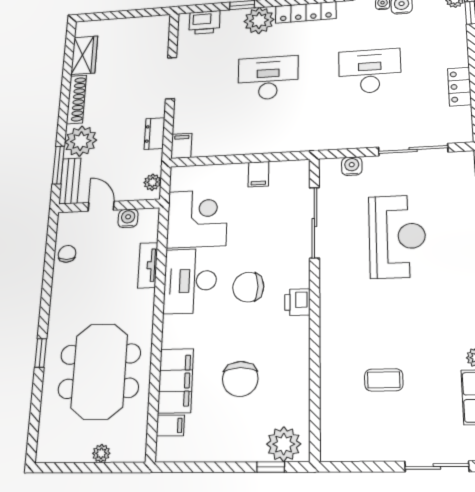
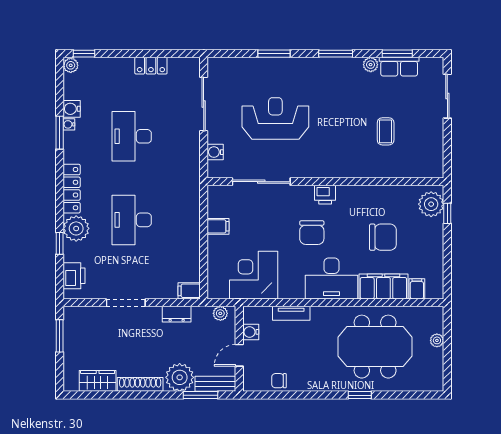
window: (137, 13) -> (60, 336), added
desk: (190, 281) -> (331, 278), moved

